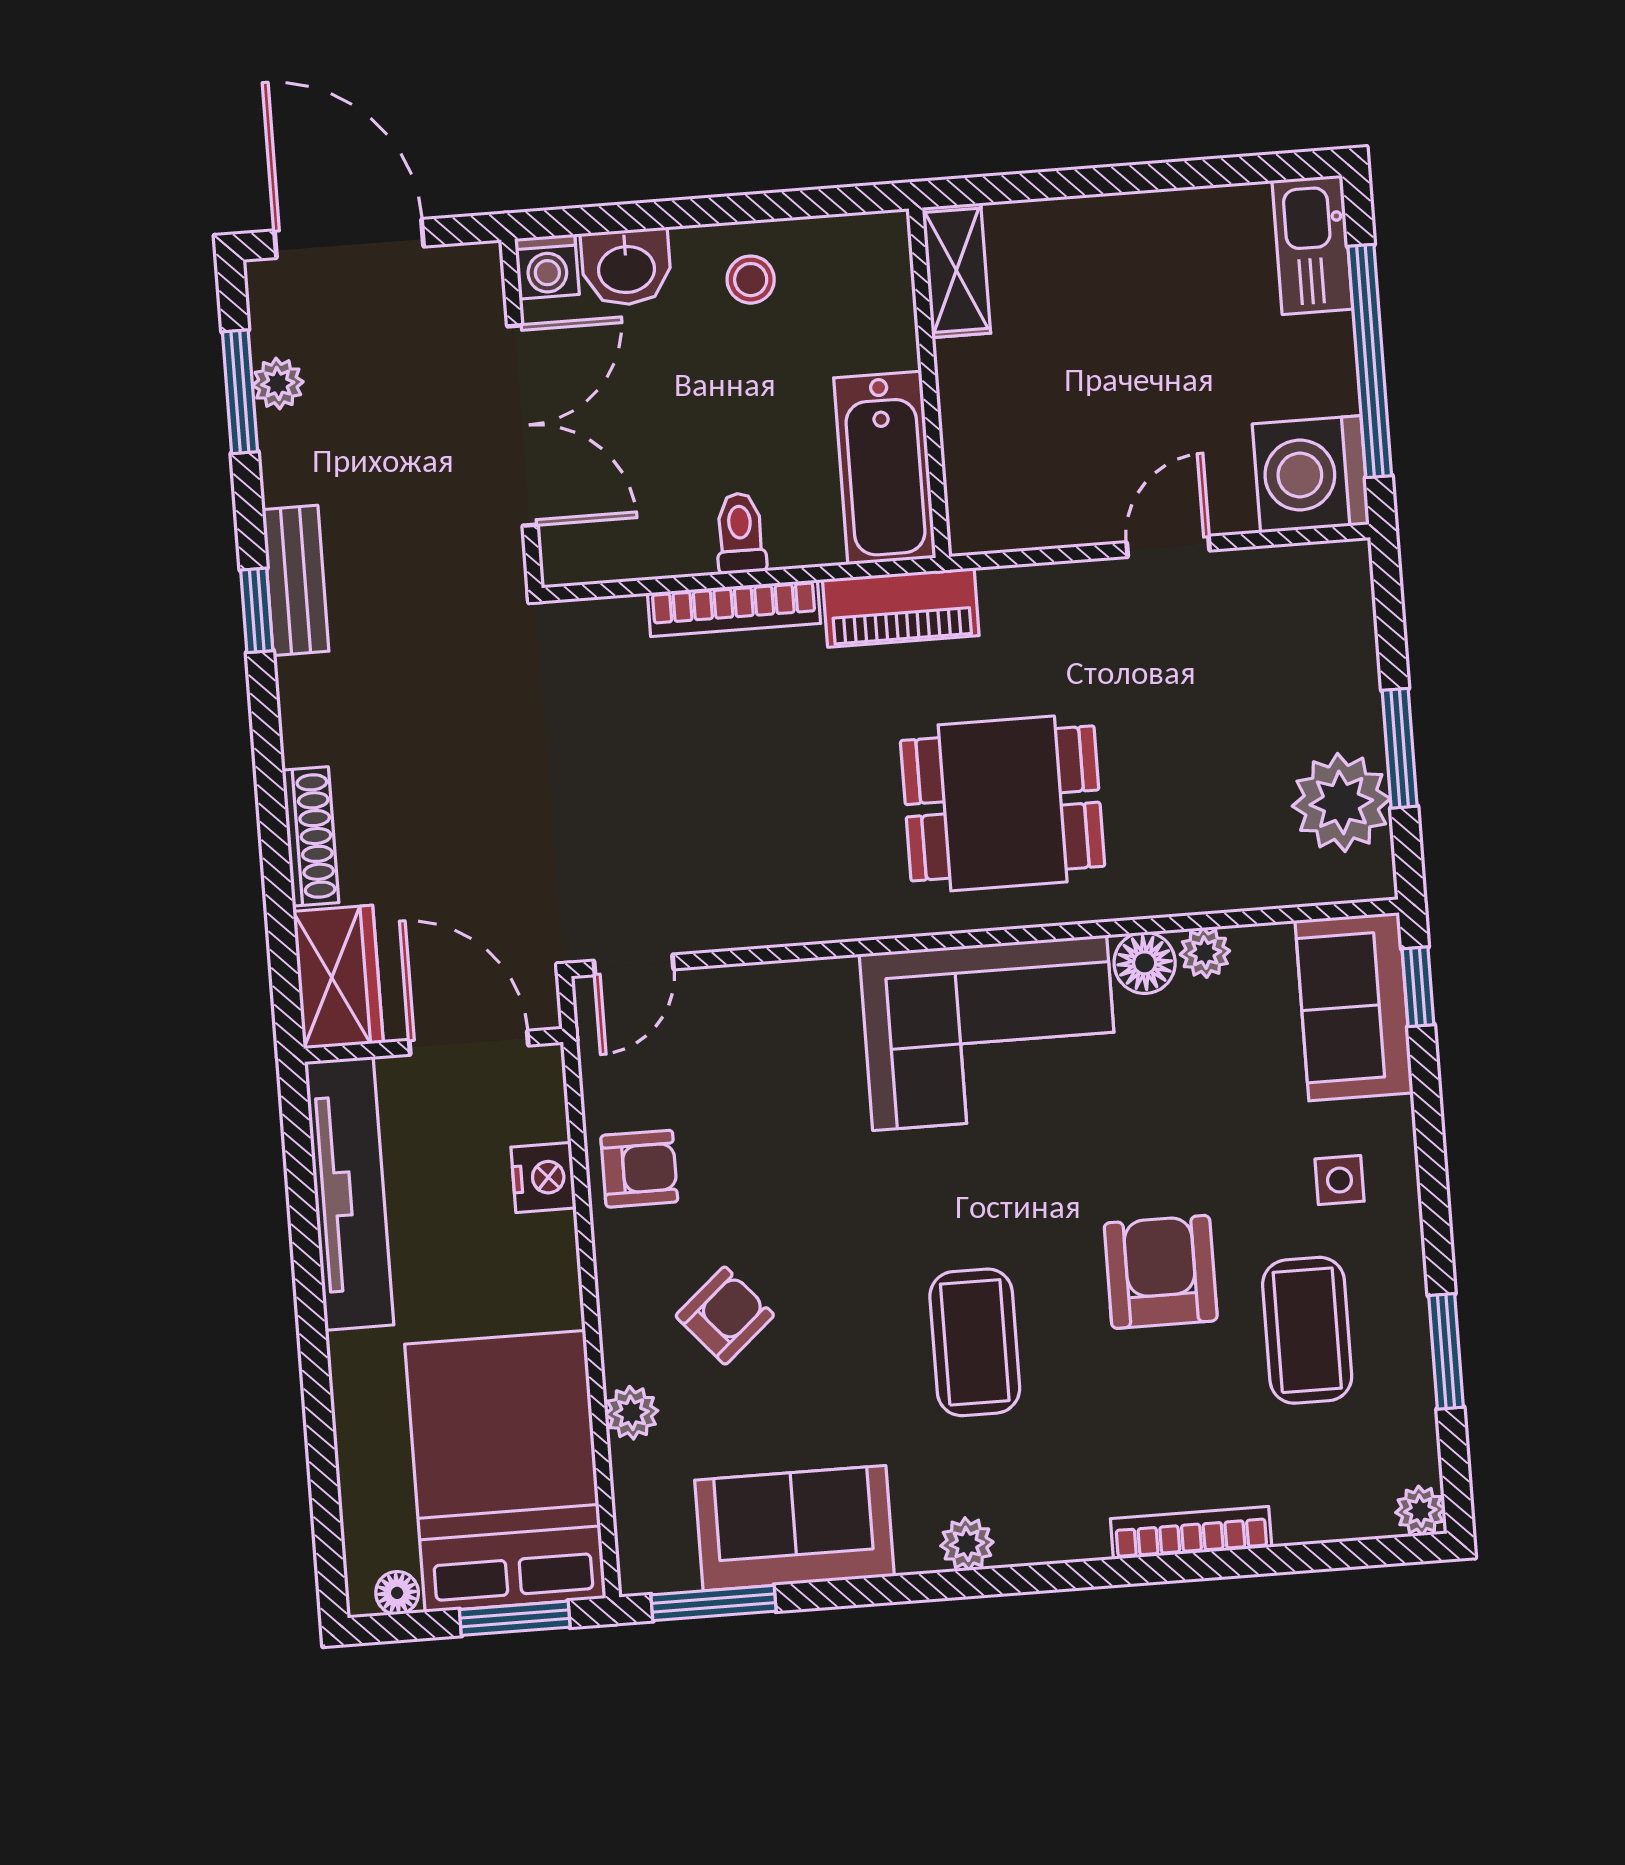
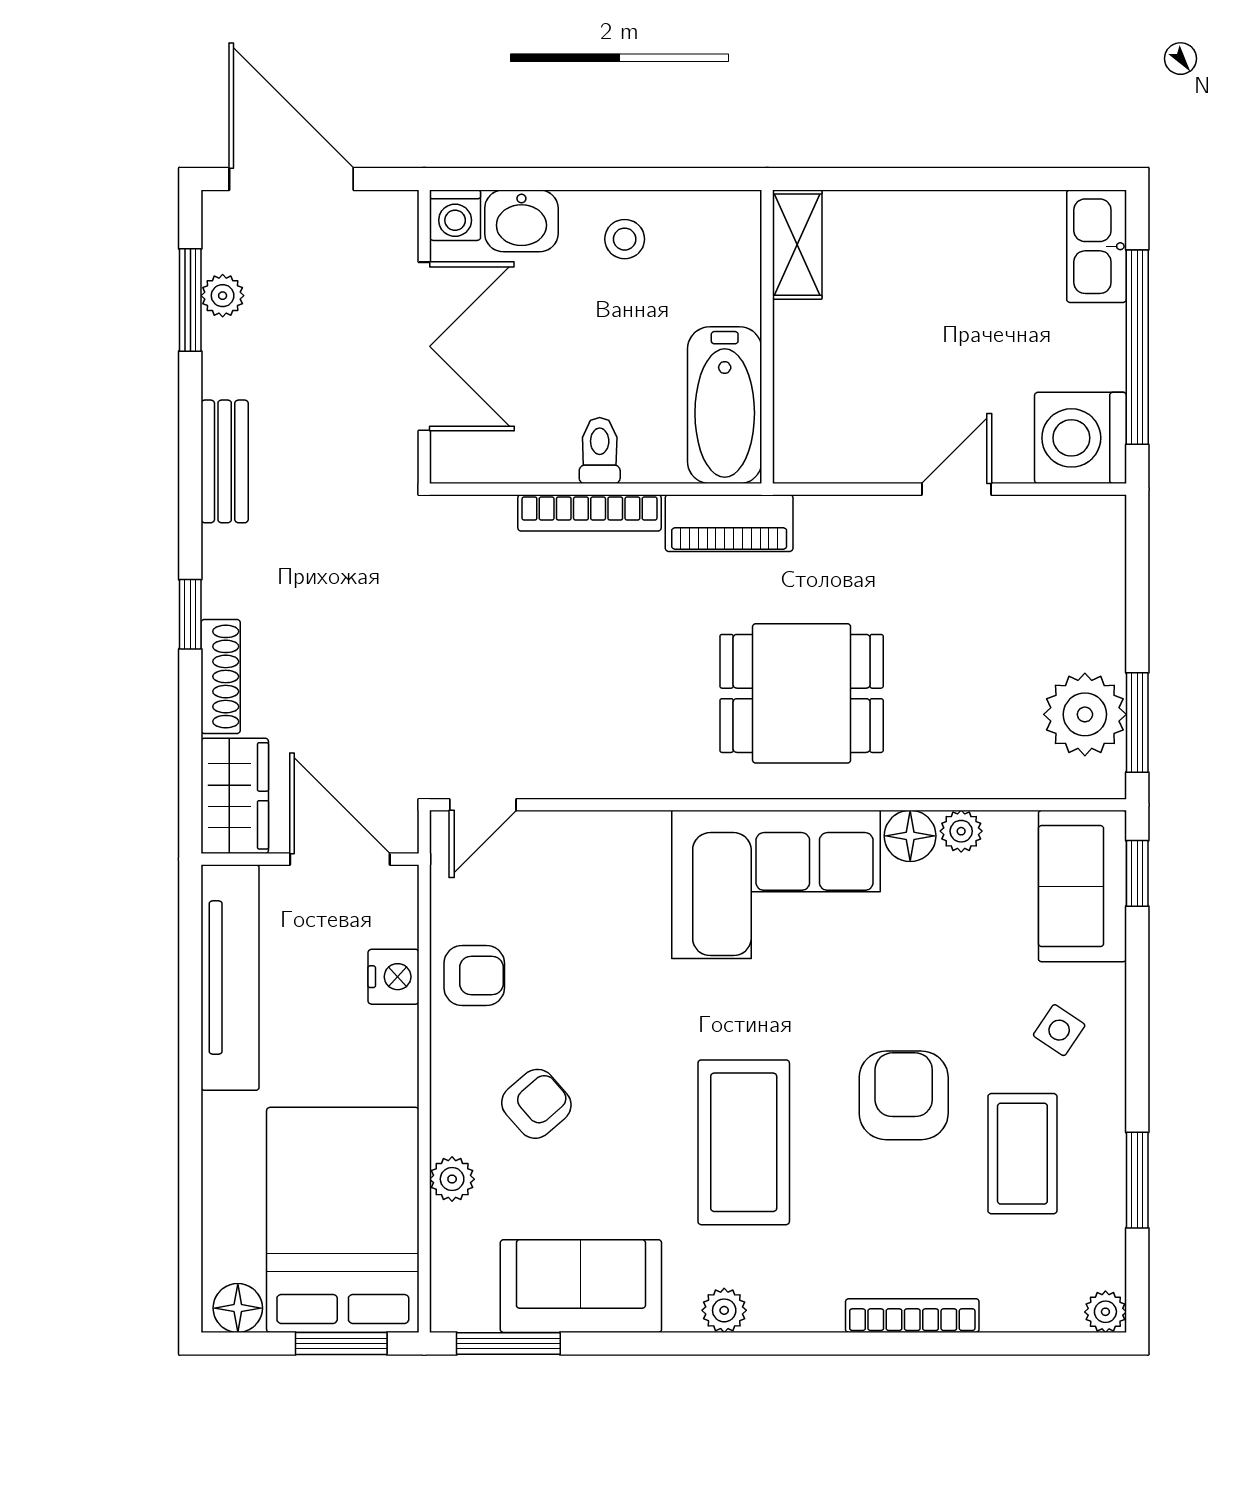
window: (257, 610) -> (190, 614), moved
window: (1400, 748) -> (1137, 722), moved
side table: (1340, 1180) -> (1059, 1030), turned 34
coffee table: (975, 1342) -> (744, 1142), width x1.36, depth x1.32
floor lamp: (397, 1593) -> (238, 1308), width x1.37, depth x1.37

